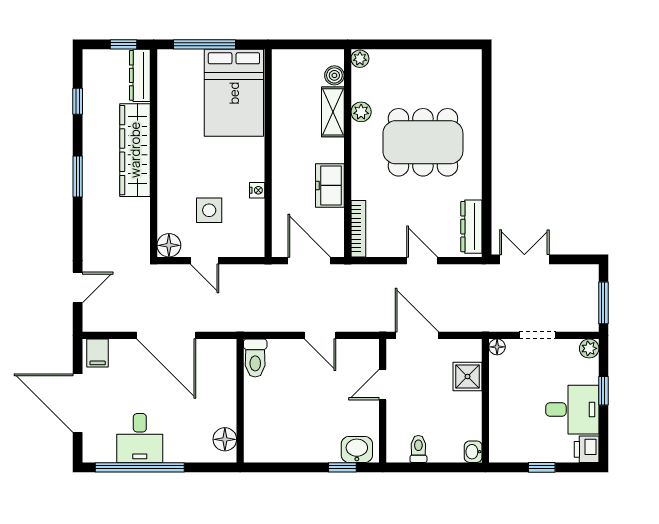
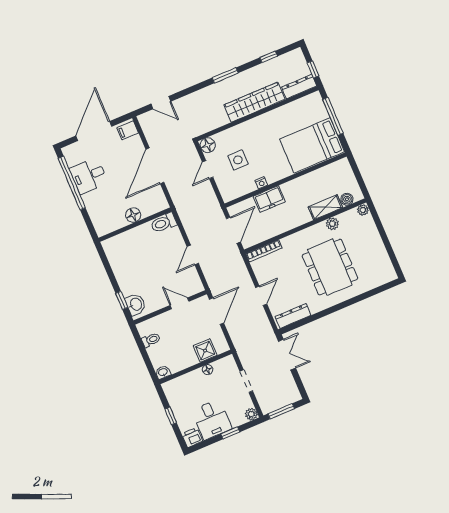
freezer: (330, 185) -> (269, 199), moved, turned 180
floor lamp: (497, 347) -> (208, 370), moved
floor lamp: (225, 439) -> (133, 215), moved

